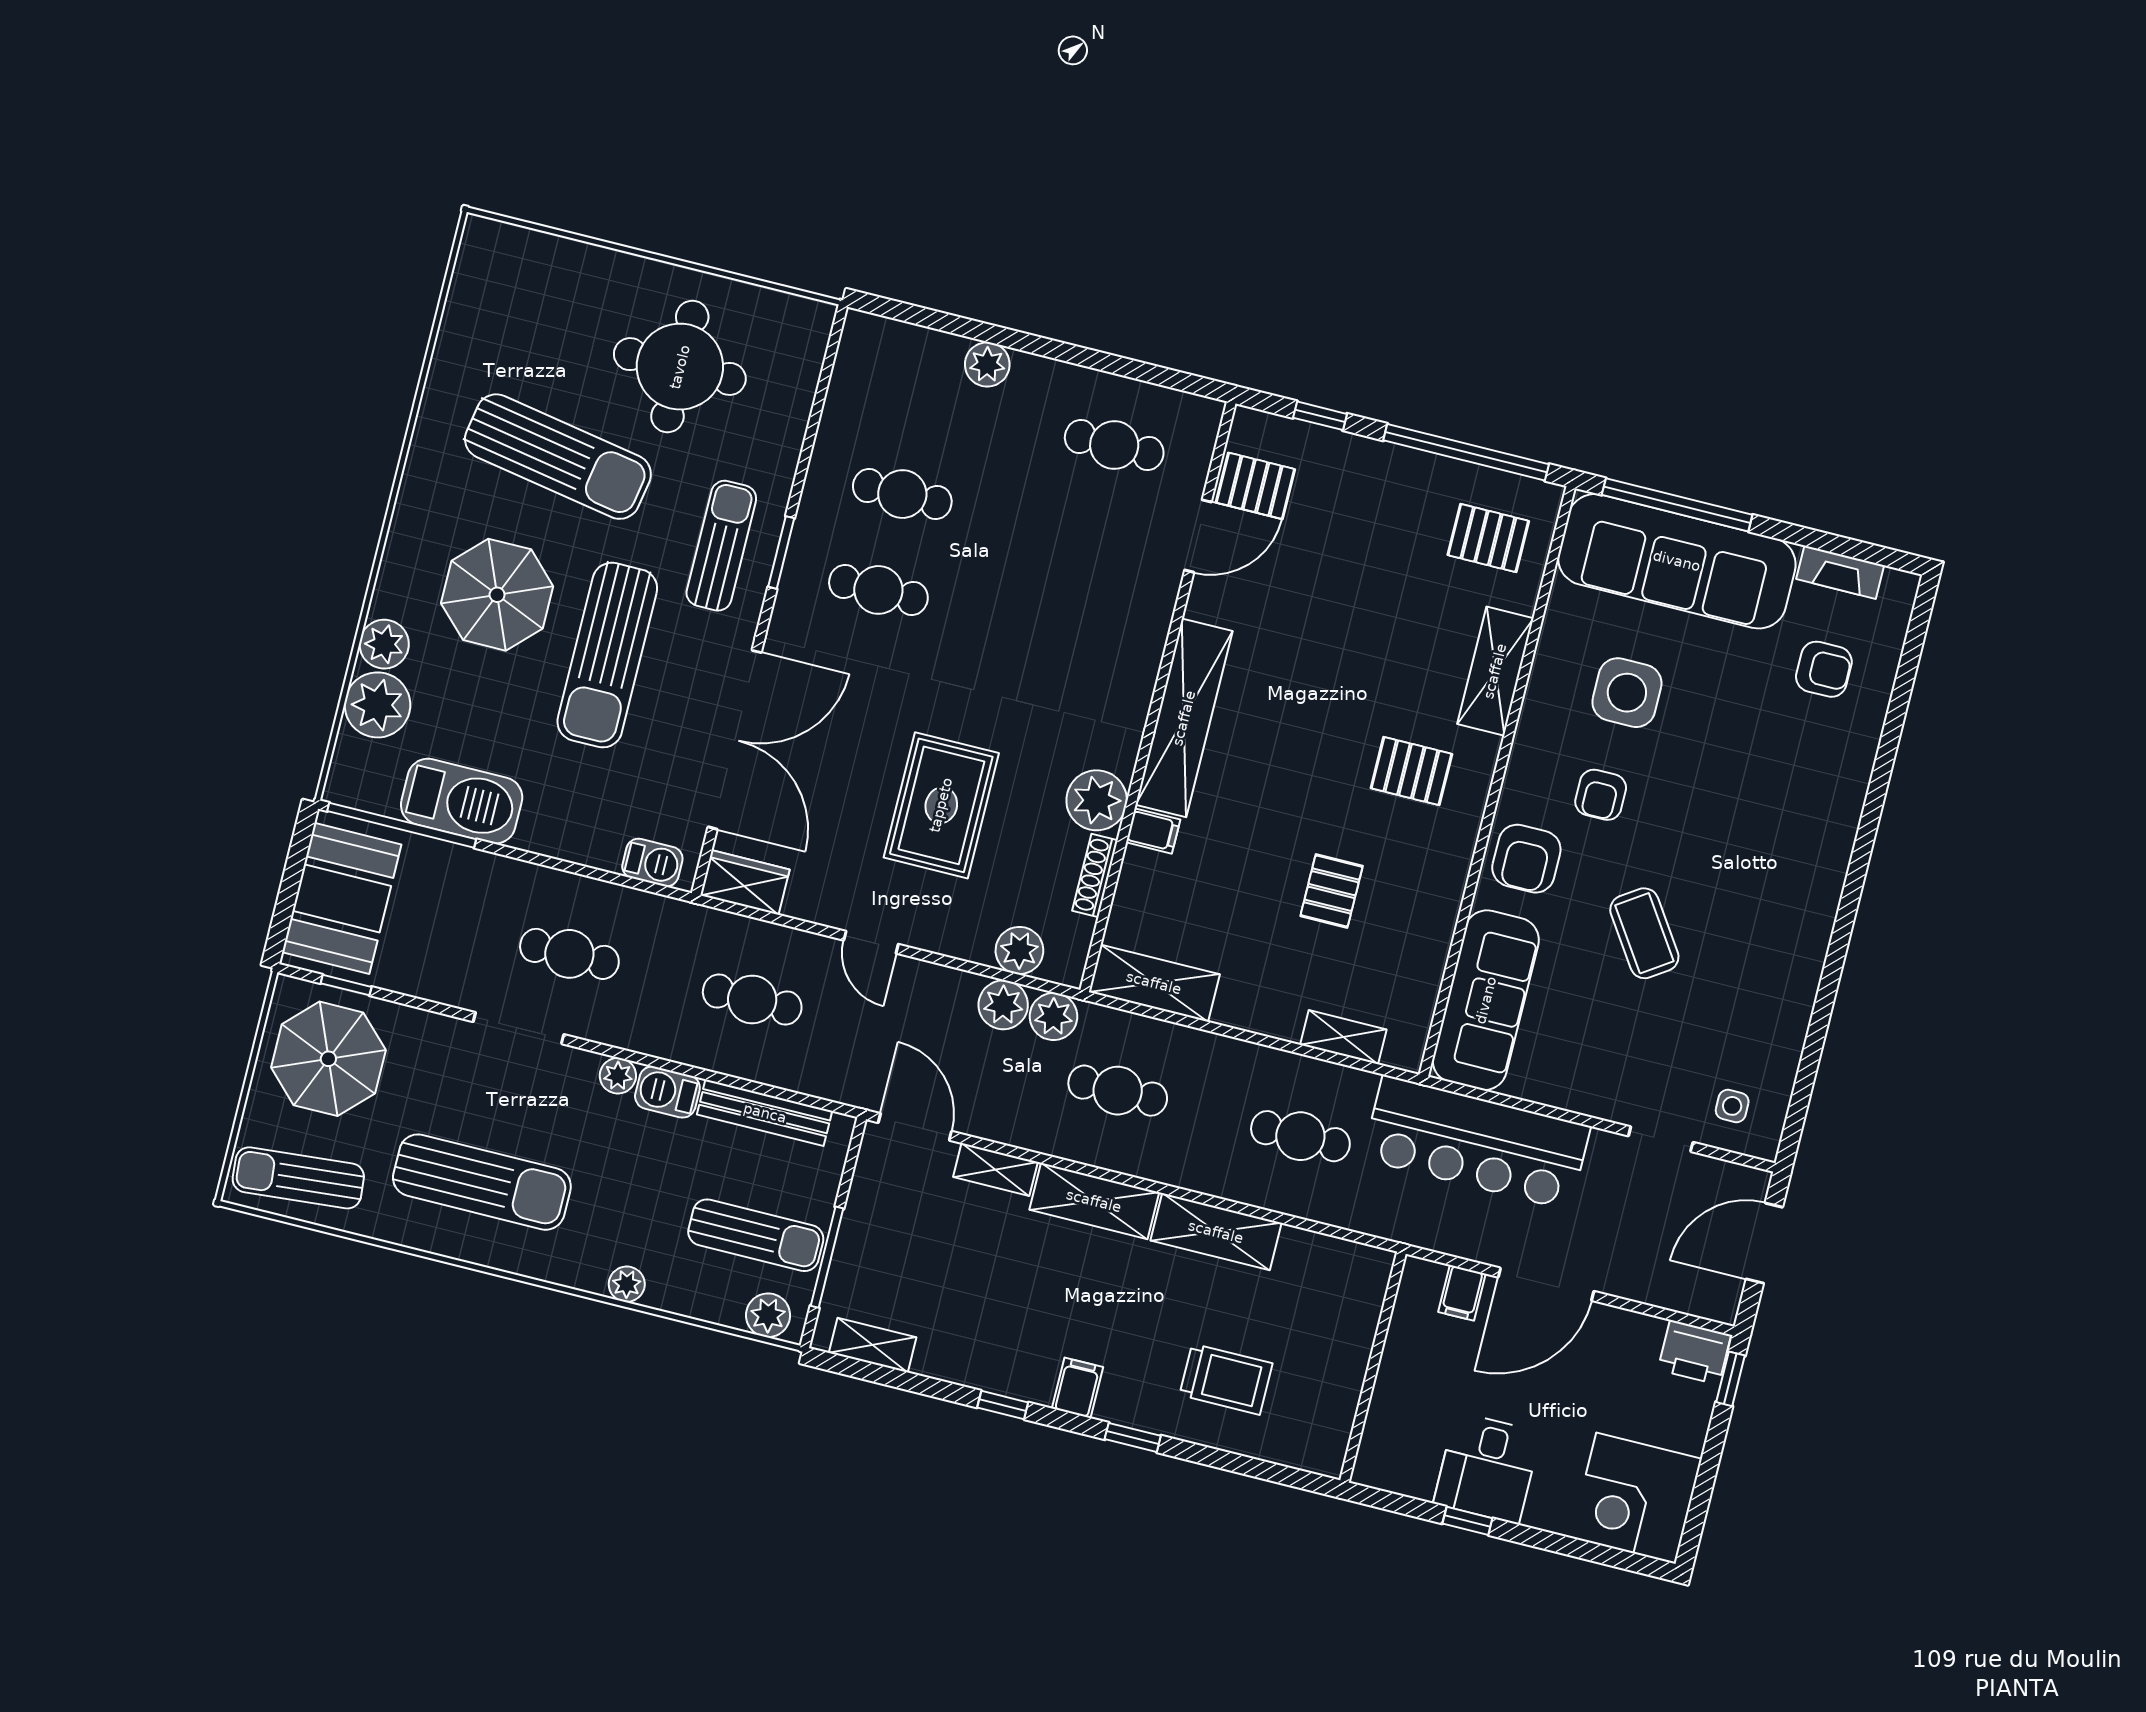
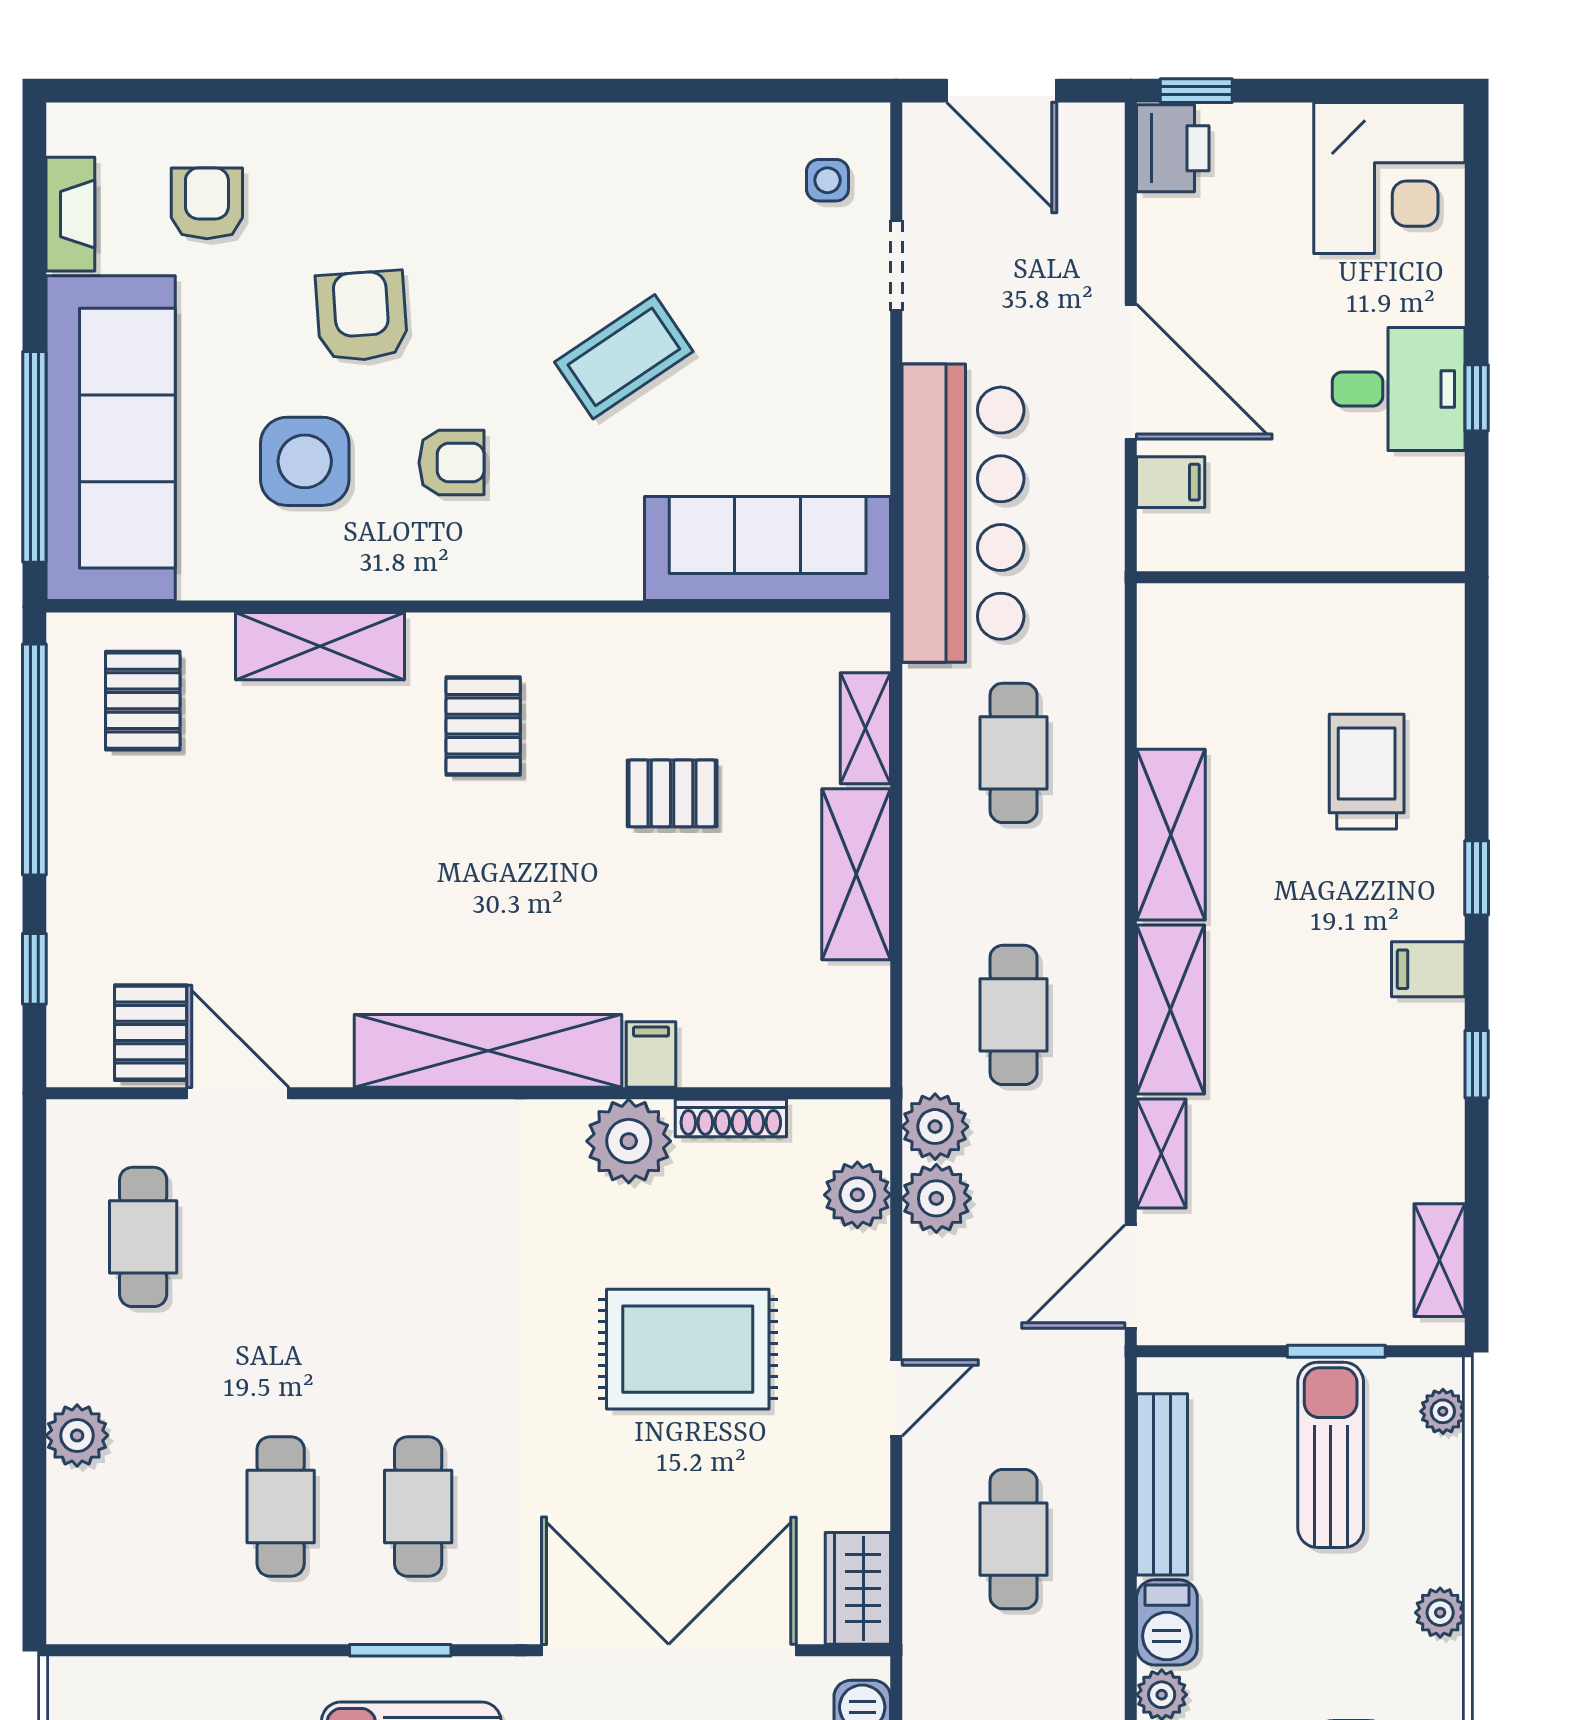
armchair: (1526, 859) -> (362, 316), moved, turned -94
shelving: (1154, 983) -> (856, 874), moved
window: (827, 1257) -> (1336, 1351), width x0.69
plant: (768, 1315) -> (1443, 1411), width x0.73, depth x0.73

